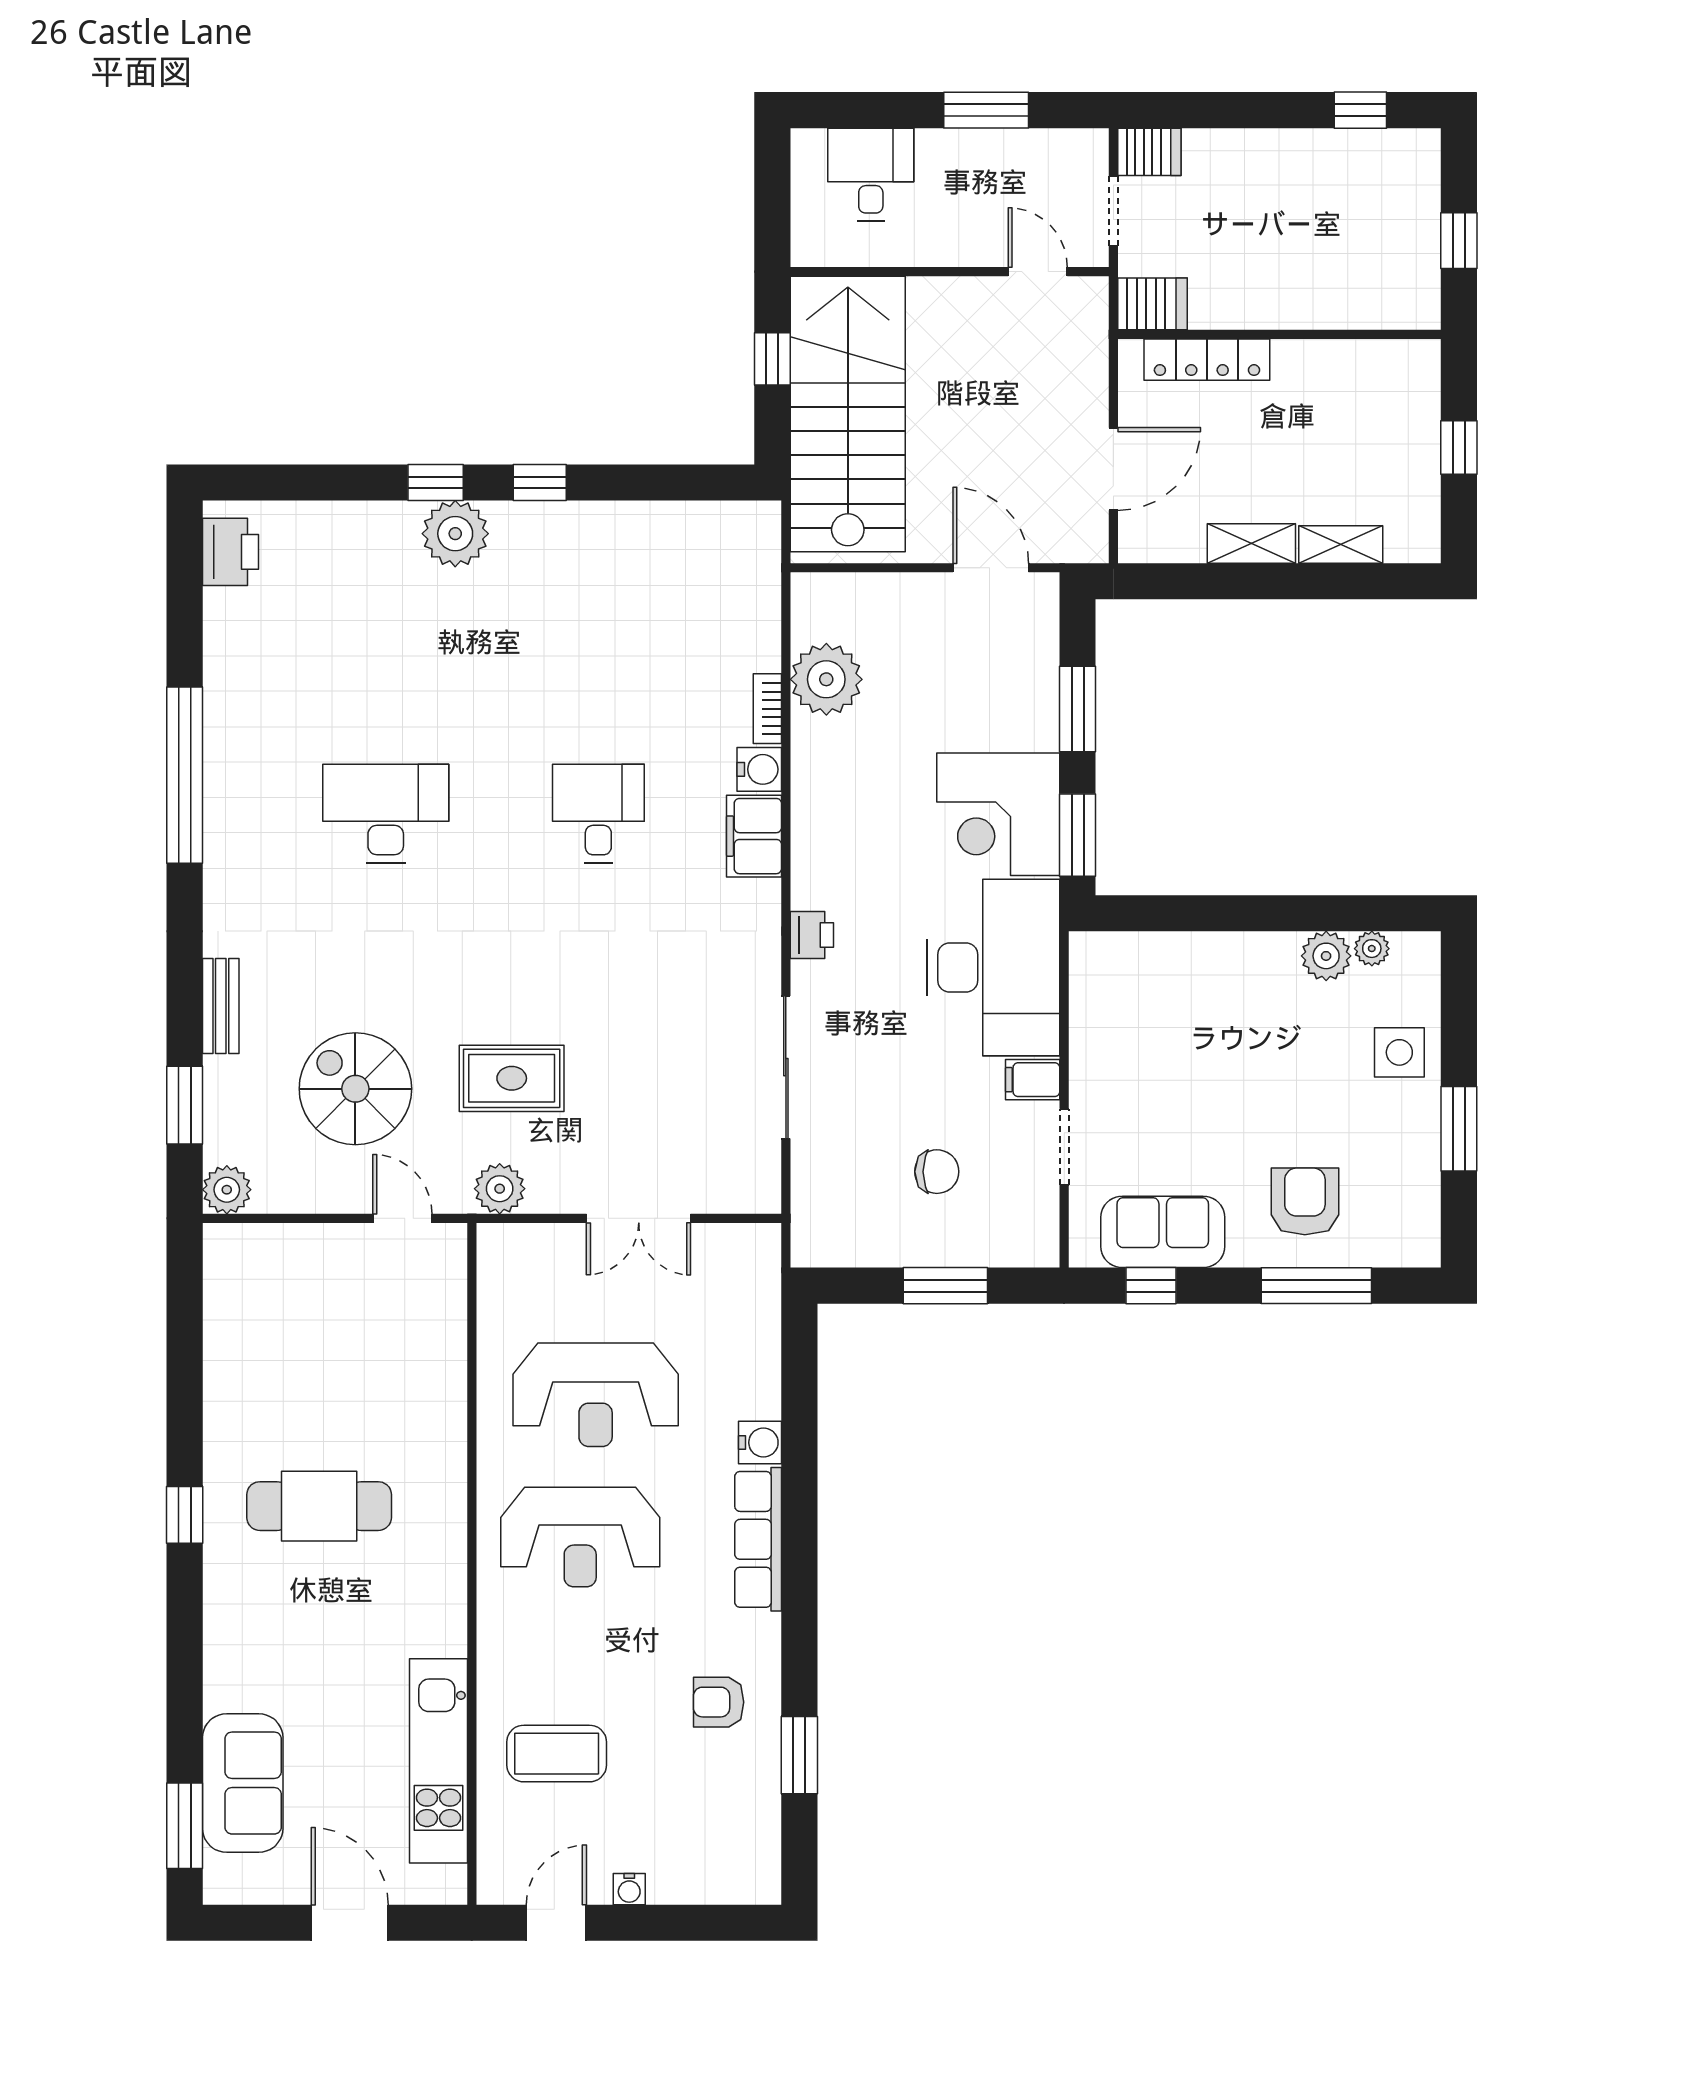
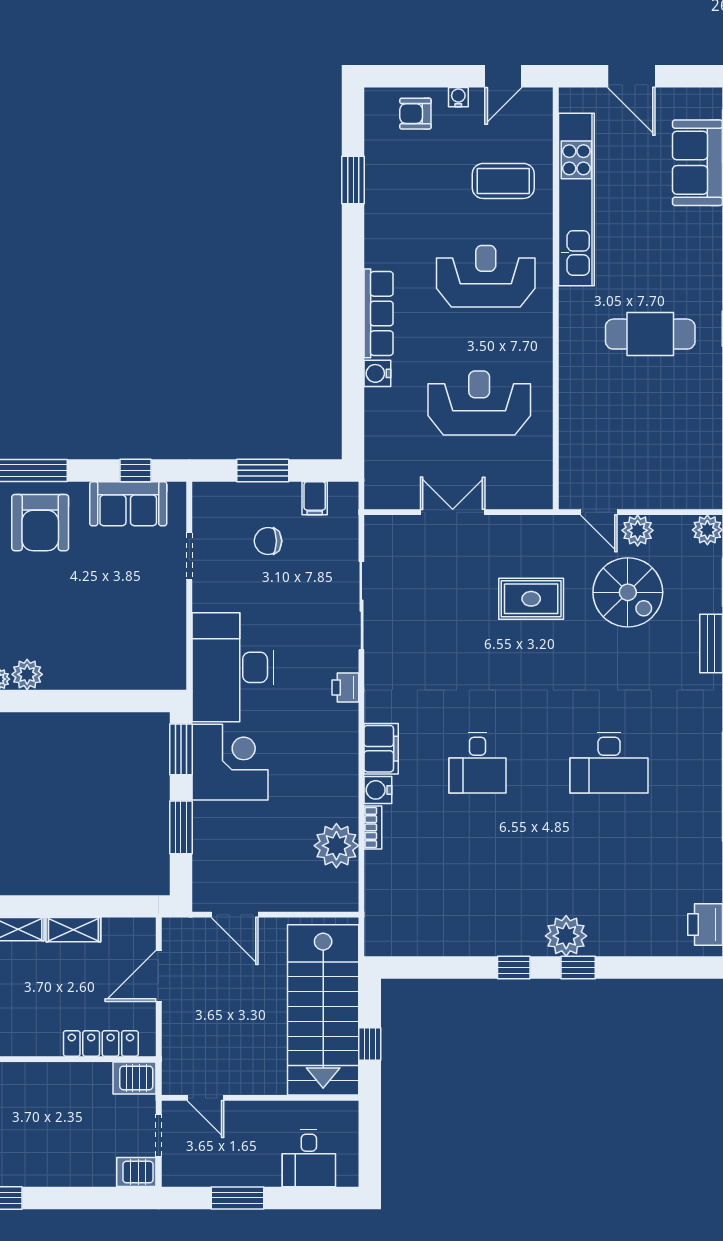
filing cabinet: (1033, 1080) -> (315, 498), moved, turned 90
plant: (500, 1189) -> (638, 530), moved
armchair: (1305, 1201) -> (40, 523), width x1.36, depth x1.36
reception desk: (580, 1537) -> (486, 276), moved
armchair: (719, 1702) -> (415, 114), moved, turned 180
kitchen unit: (438, 1761) -> (576, 199), width x1.36

